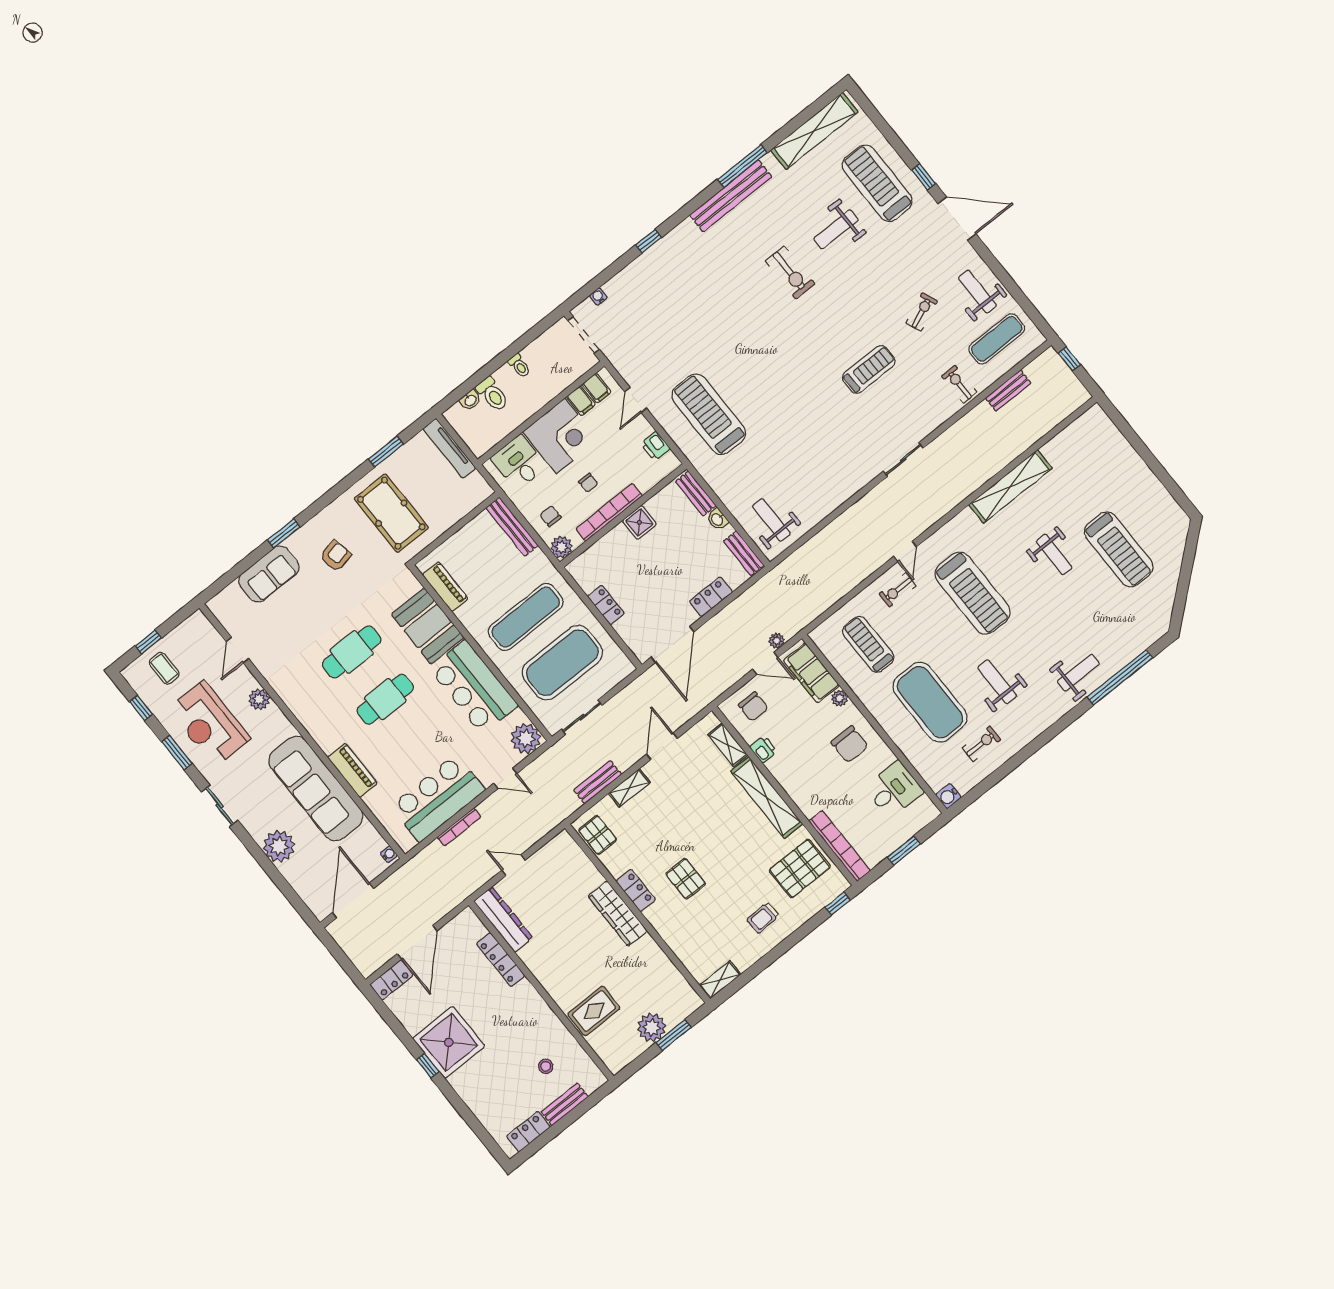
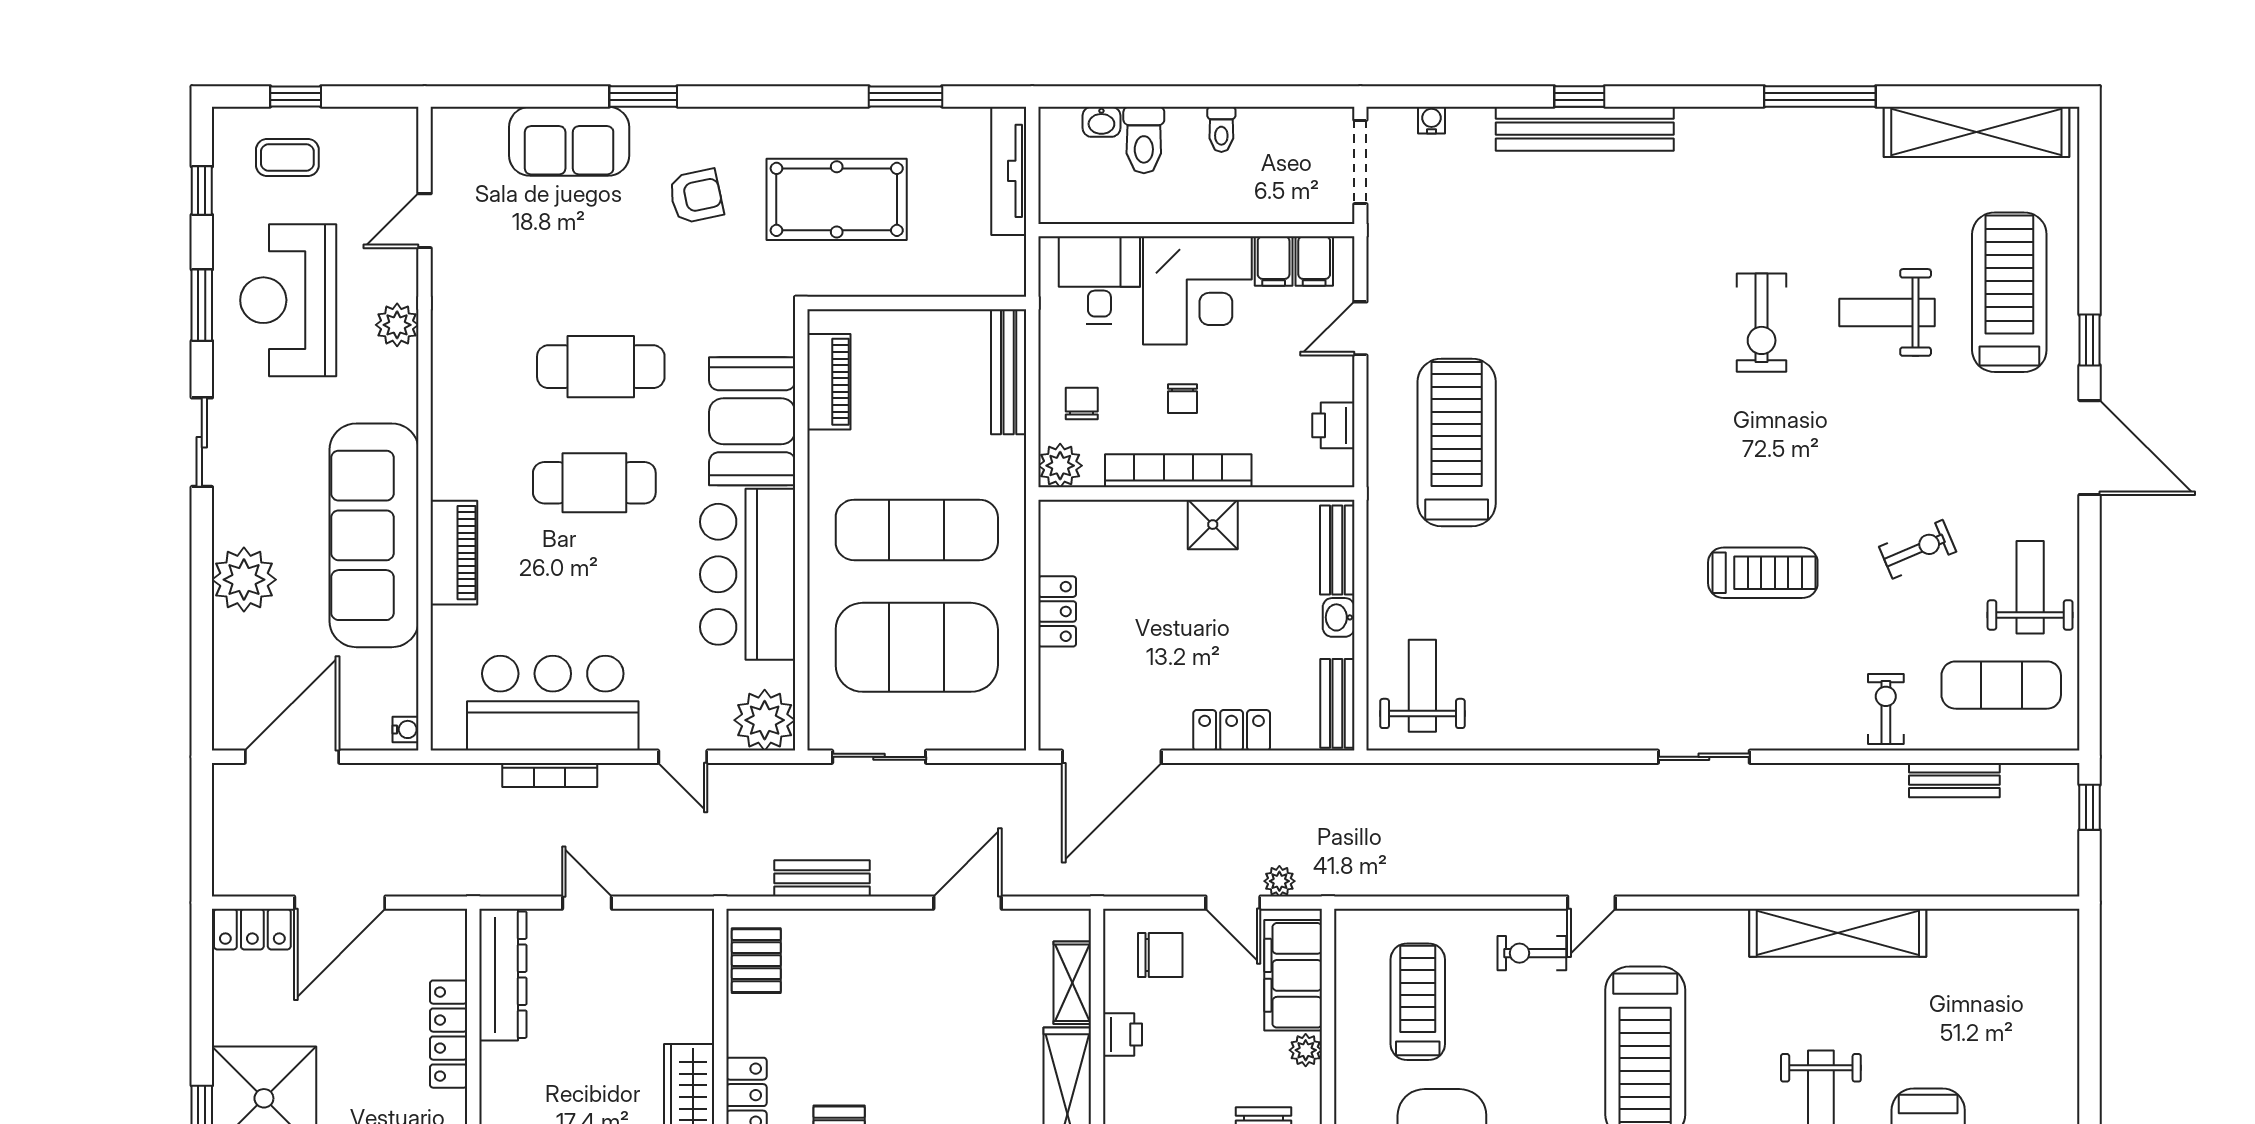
bench: (731, 196) -> (1585, 129), moved
pool table: (391, 513) -> (837, 199), turned 90
coffee table: (164, 668) -> (287, 157), turned 90
chair: (753, 707) -> (1160, 955), turned -90
shelving: (629, 788) -> (865, 927), removed

